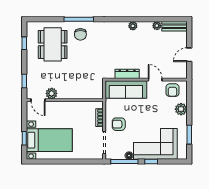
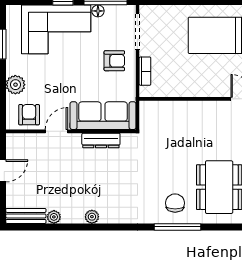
door: (155, 80) -> (57, 131), swing flipped
plant: (52, 93) -> (221, 109), removed

